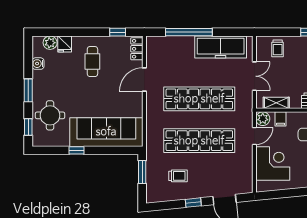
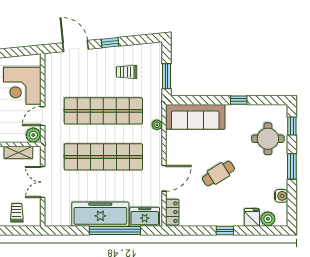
window: (118, 32) -> (225, 231), moved
freezer: (162, 45) -> (145, 217), added
freezer: (221, 47) -> (100, 214), moved
cafe table: (92, 62) -> (218, 174), moved, turned 58
filing cabinet: (281, 119) -> (14, 135), removed
plant: (151, 128) -> (157, 125), added
sofa: (106, 132) -> (195, 117), width x0.74, depth x0.79

